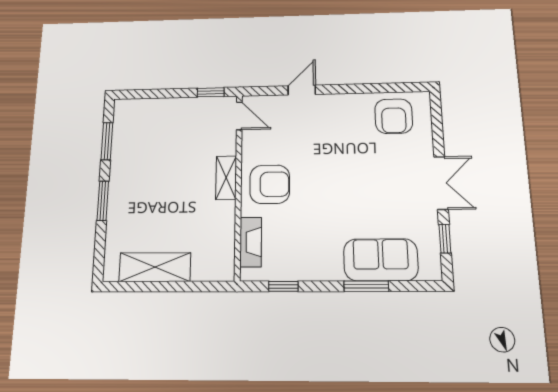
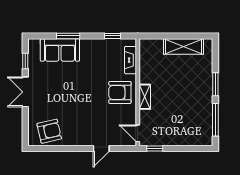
armchair: (394, 116) -> (49, 131), turned 77
window: (107, 141) -> (215, 120), width x1.44

